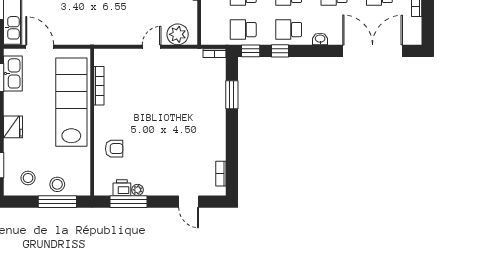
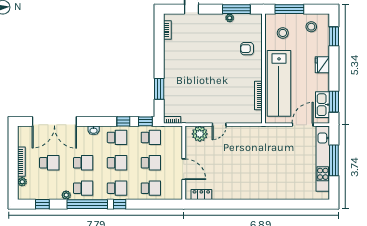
door: (40, 47) -> (303, 125), swing flipped
stool: (57, 184) -> (283, 33), moved
printer: (122, 188) -> (241, 20), removed

